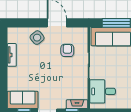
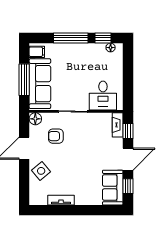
floor lamp: (82, 33) -> (35, 119), added

